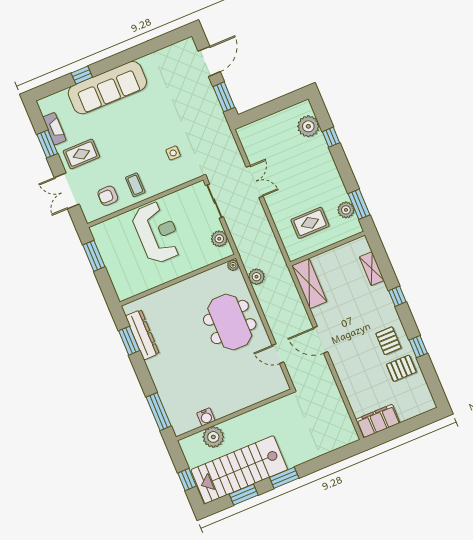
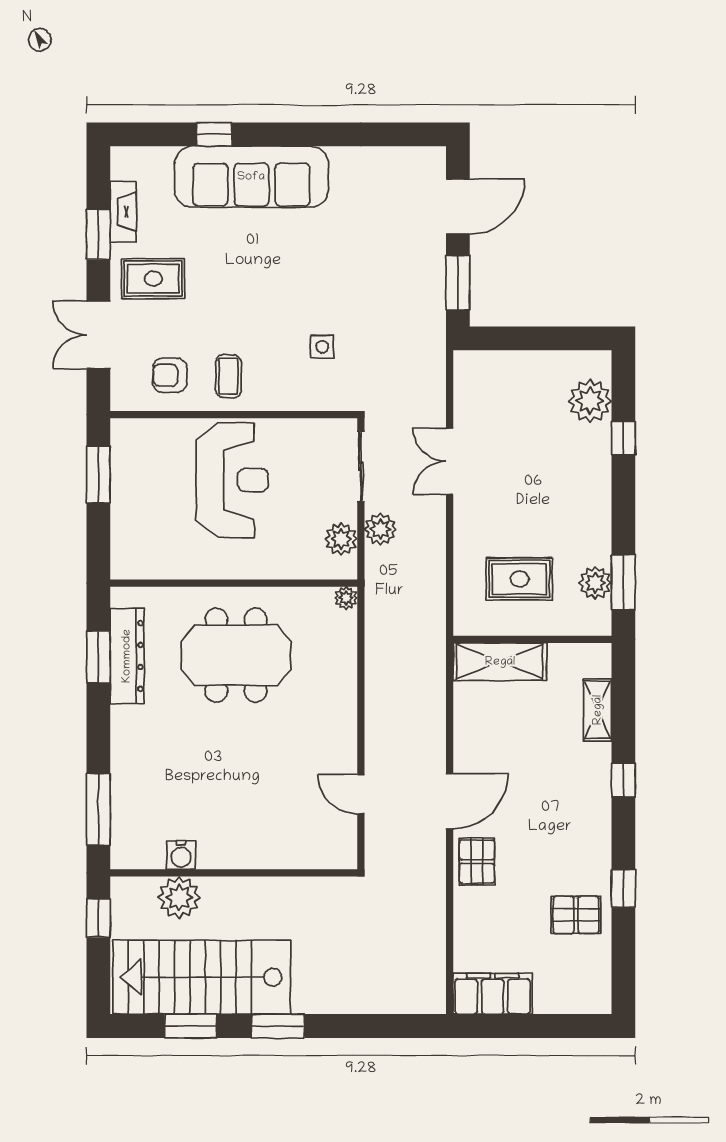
double door: (255, 182) -> (450, 461), swing flipped
plant: (256, 277) -> (380, 529), moved
shelving: (309, 284) -> (500, 662), moved, turned 90
meeting table: (230, 322) -> (236, 655), moved, turned 90
door: (320, 340) -> (450, 801), swing flipped
pallet: (388, 341) -> (477, 862), moved
window: (187, 480) -> (98, 918), moved

